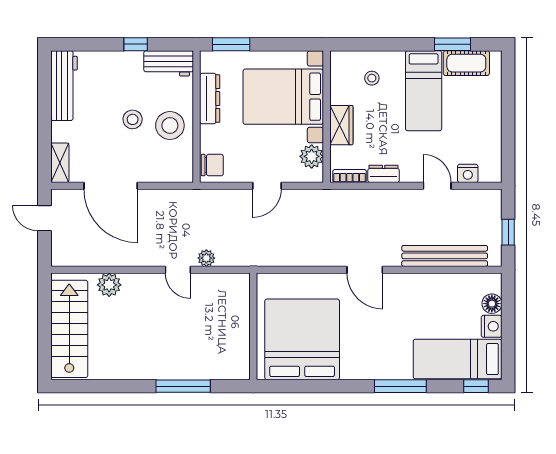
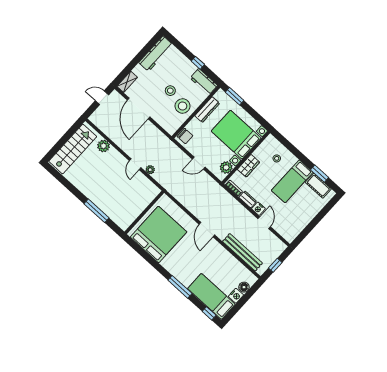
nightstand: (468, 173) -> (258, 209), moved
door: (45, 218) -> (102, 98), hinge flipped

